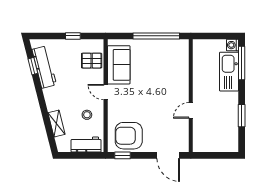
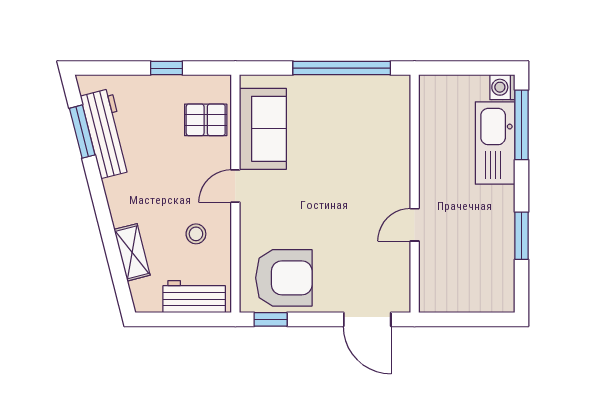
window: (33, 66) -> (82, 132), width x1.50
door: (106, 92) -> (235, 186), hinge flipped
armchair: (129, 136) -> (284, 278), turned 180

